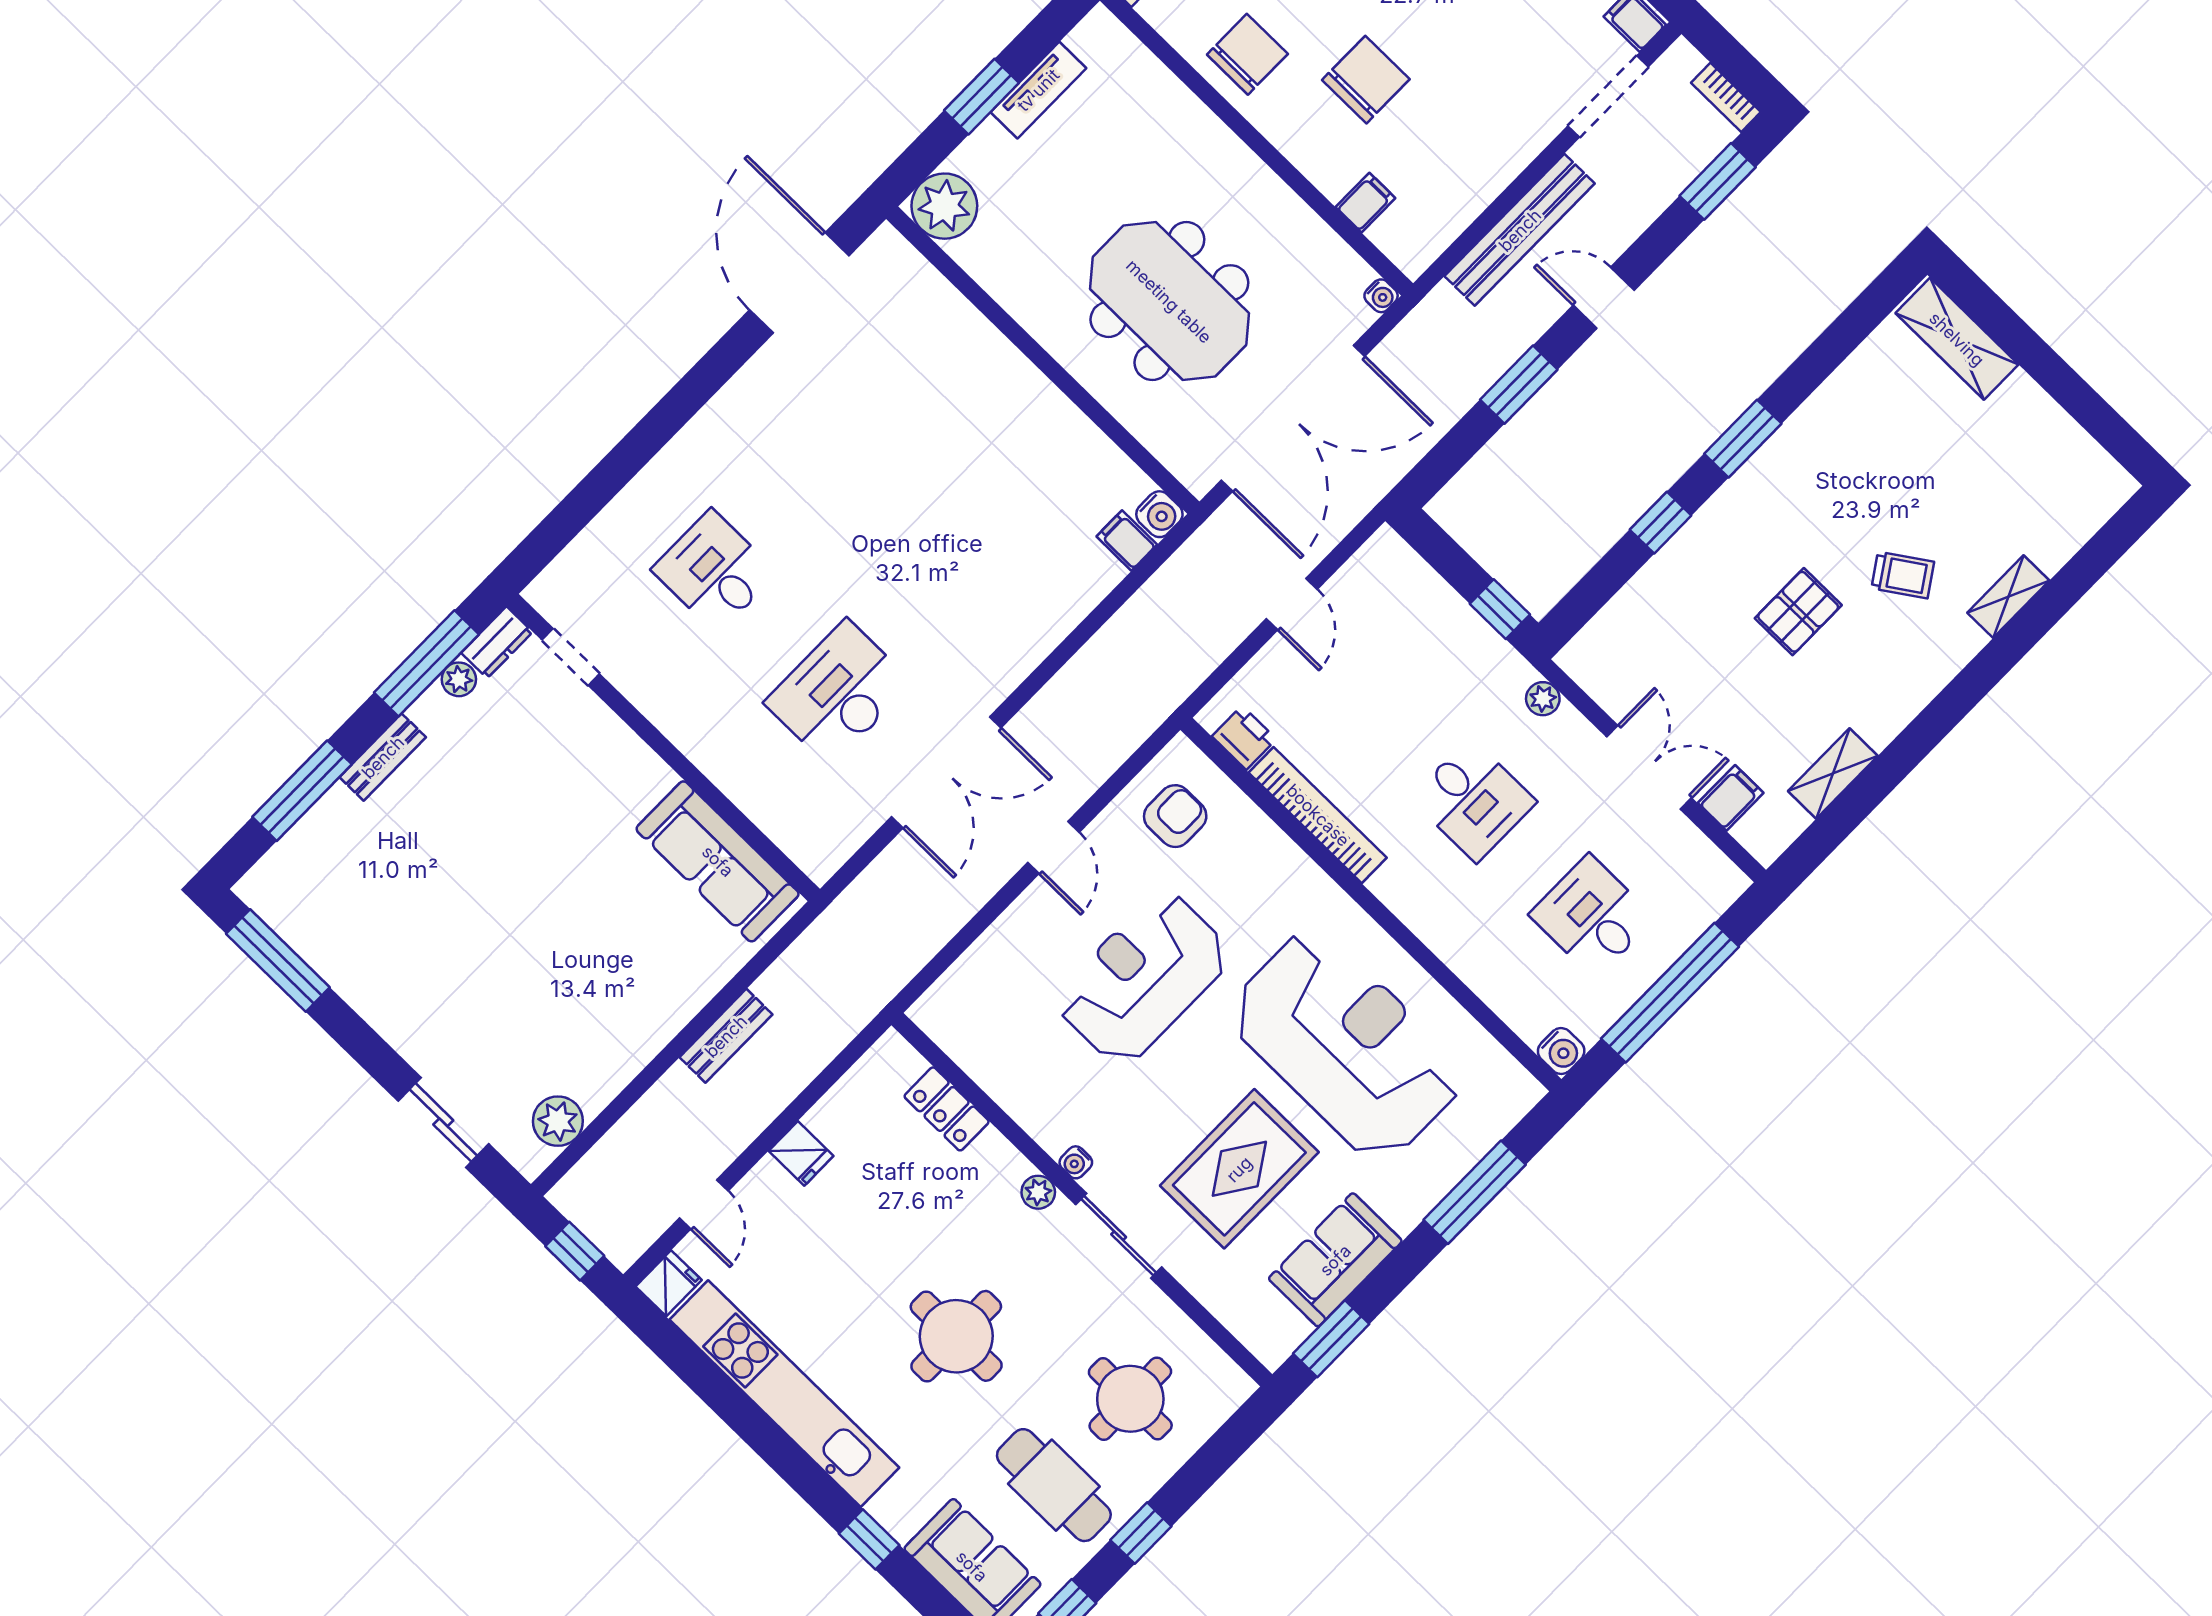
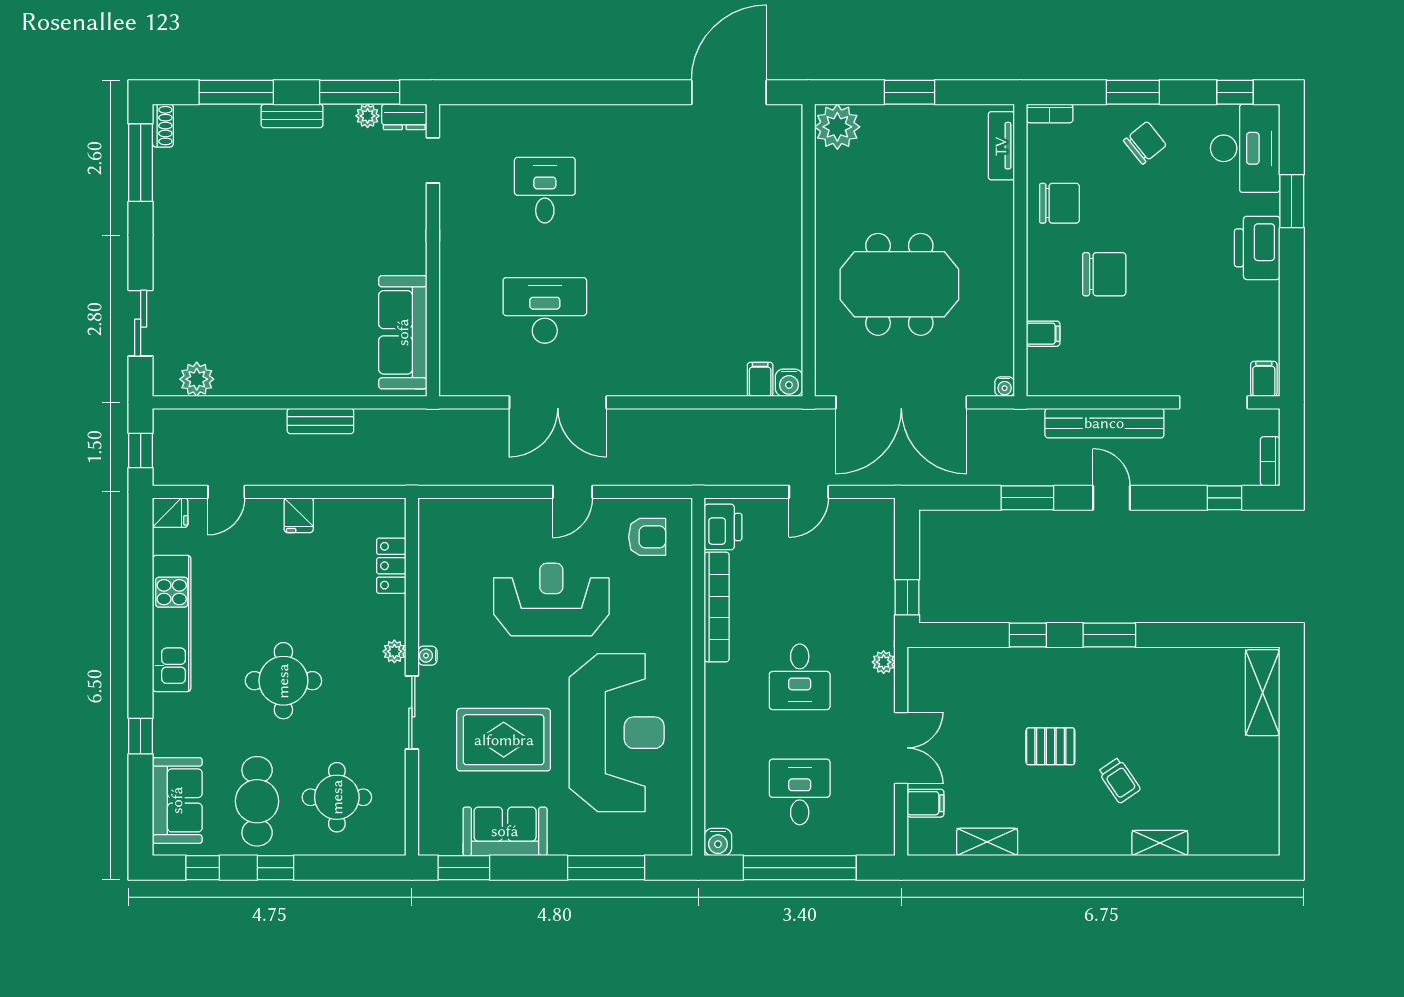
tv unit: (1038, 90) -> (1001, 146), moved, turned 90
window: (1718, 181) -> (1224, 498), width x0.67
meeting table: (1169, 301) -> (899, 284), turned 90
printer: (1244, 738) -> (723, 527), width x1.36, depth x1.24
shoe rack: (262, 900) -> (163, 126), added
kitchen unit: (784, 1394) -> (172, 623), width x0.73

